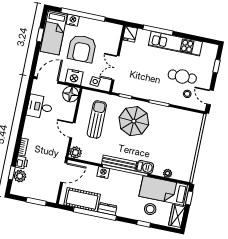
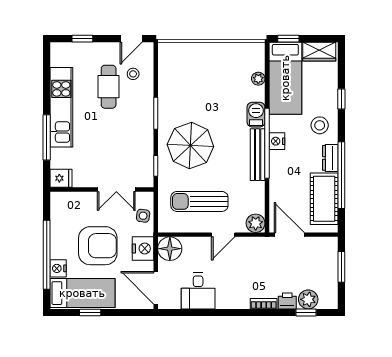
nightstand: (103, 172) -> (277, 141), moved
stool: (150, 209) -> (320, 125), moved

